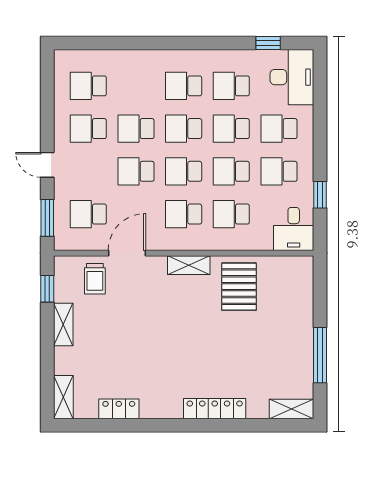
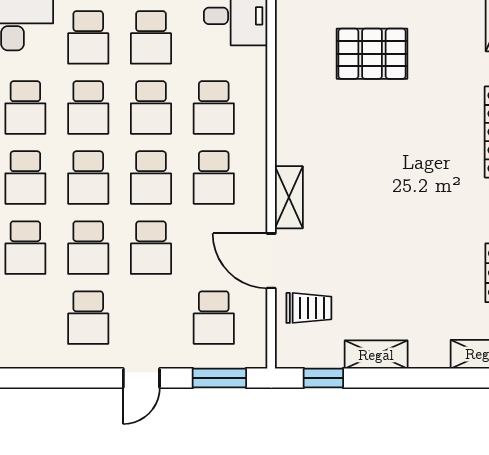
school desk: (88, 86) -> (25, 248), moved
shelving: (189, 265) -> (289, 197), moved
pallet: (239, 287) -> (372, 54), moved

